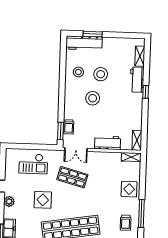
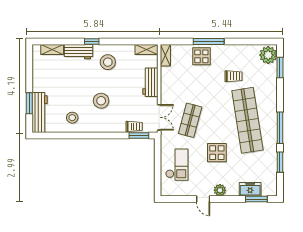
stool: (101, 74) -> (108, 62), moved
window: (141, 214) -> (209, 42), moved
trolley: (126, 223) -> (234, 76), moved

